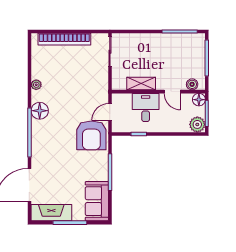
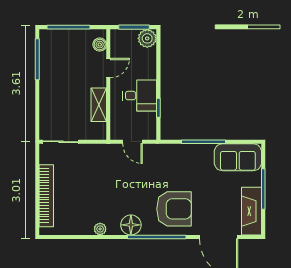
floor lamp: (199, 100) -> (118, 37), removed
desk: (146, 107) -> (140, 96), moved, turned 180
armchair: (91, 135) -> (174, 209), moved

